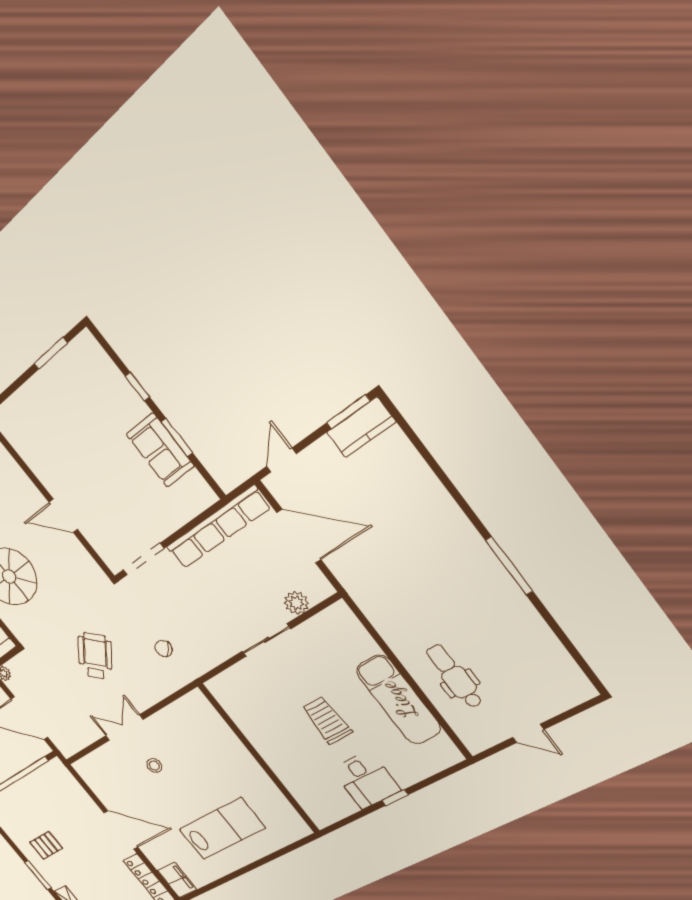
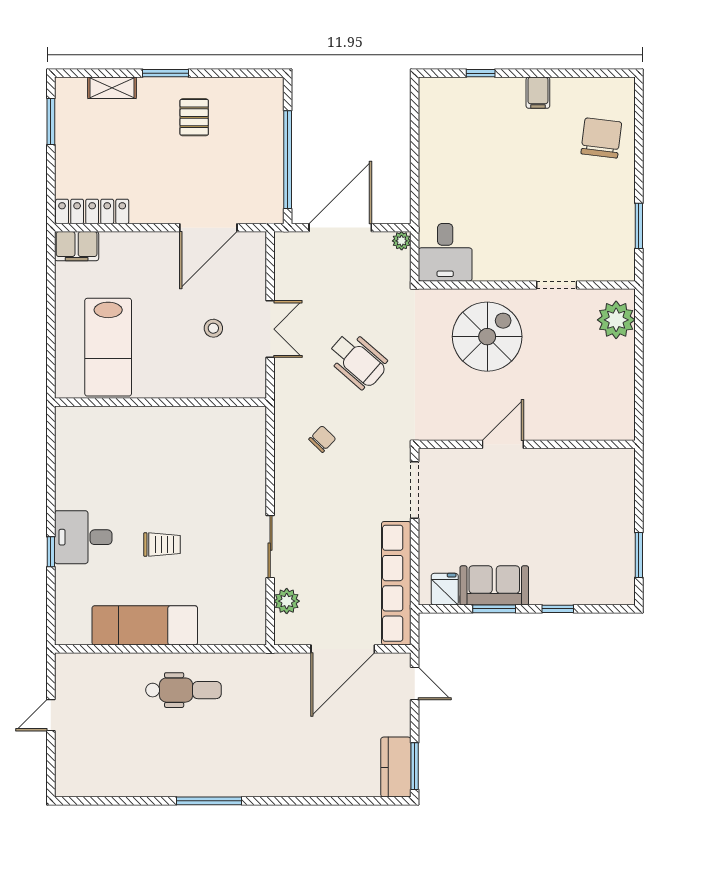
fridge: (193, 487) -> (445, 589), added
dental chair: (454, 676) -> (184, 690), moved
trolley: (327, 720) -> (162, 545), width x0.73, depth x0.72
wall: (259, 759) -> (160, 402), moved
door: (121, 830) -> (208, 228), moved

